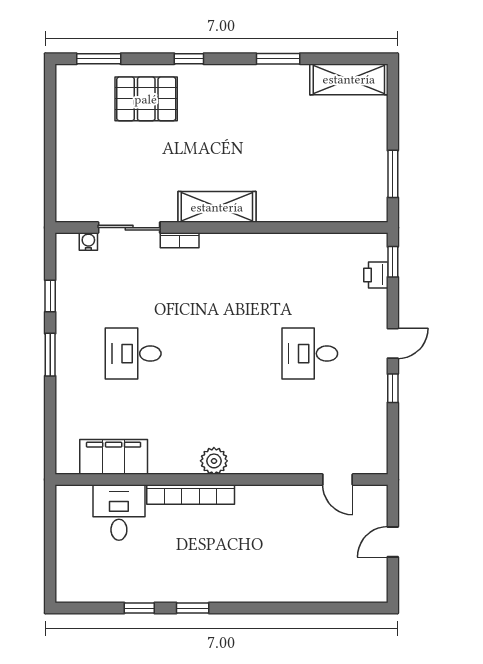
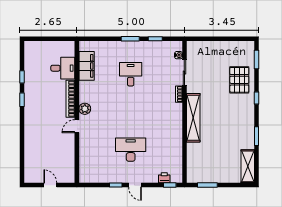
shelving: (217, 207) -> (193, 118), width x1.47
desk: (310, 354) -> (131, 150), width x1.37
door: (338, 480) -> (77, 126), moved

